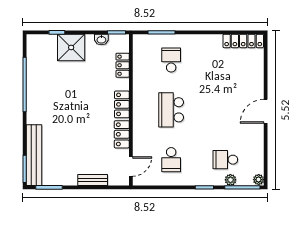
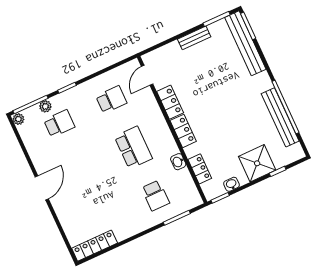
bench: (33, 78) -> (280, 117), added
washbasin: (138, 80) -> (178, 162), added
school desk: (171, 160) -> (111, 100), turned 90
bench: (93, 180) -> (194, 38), moved

